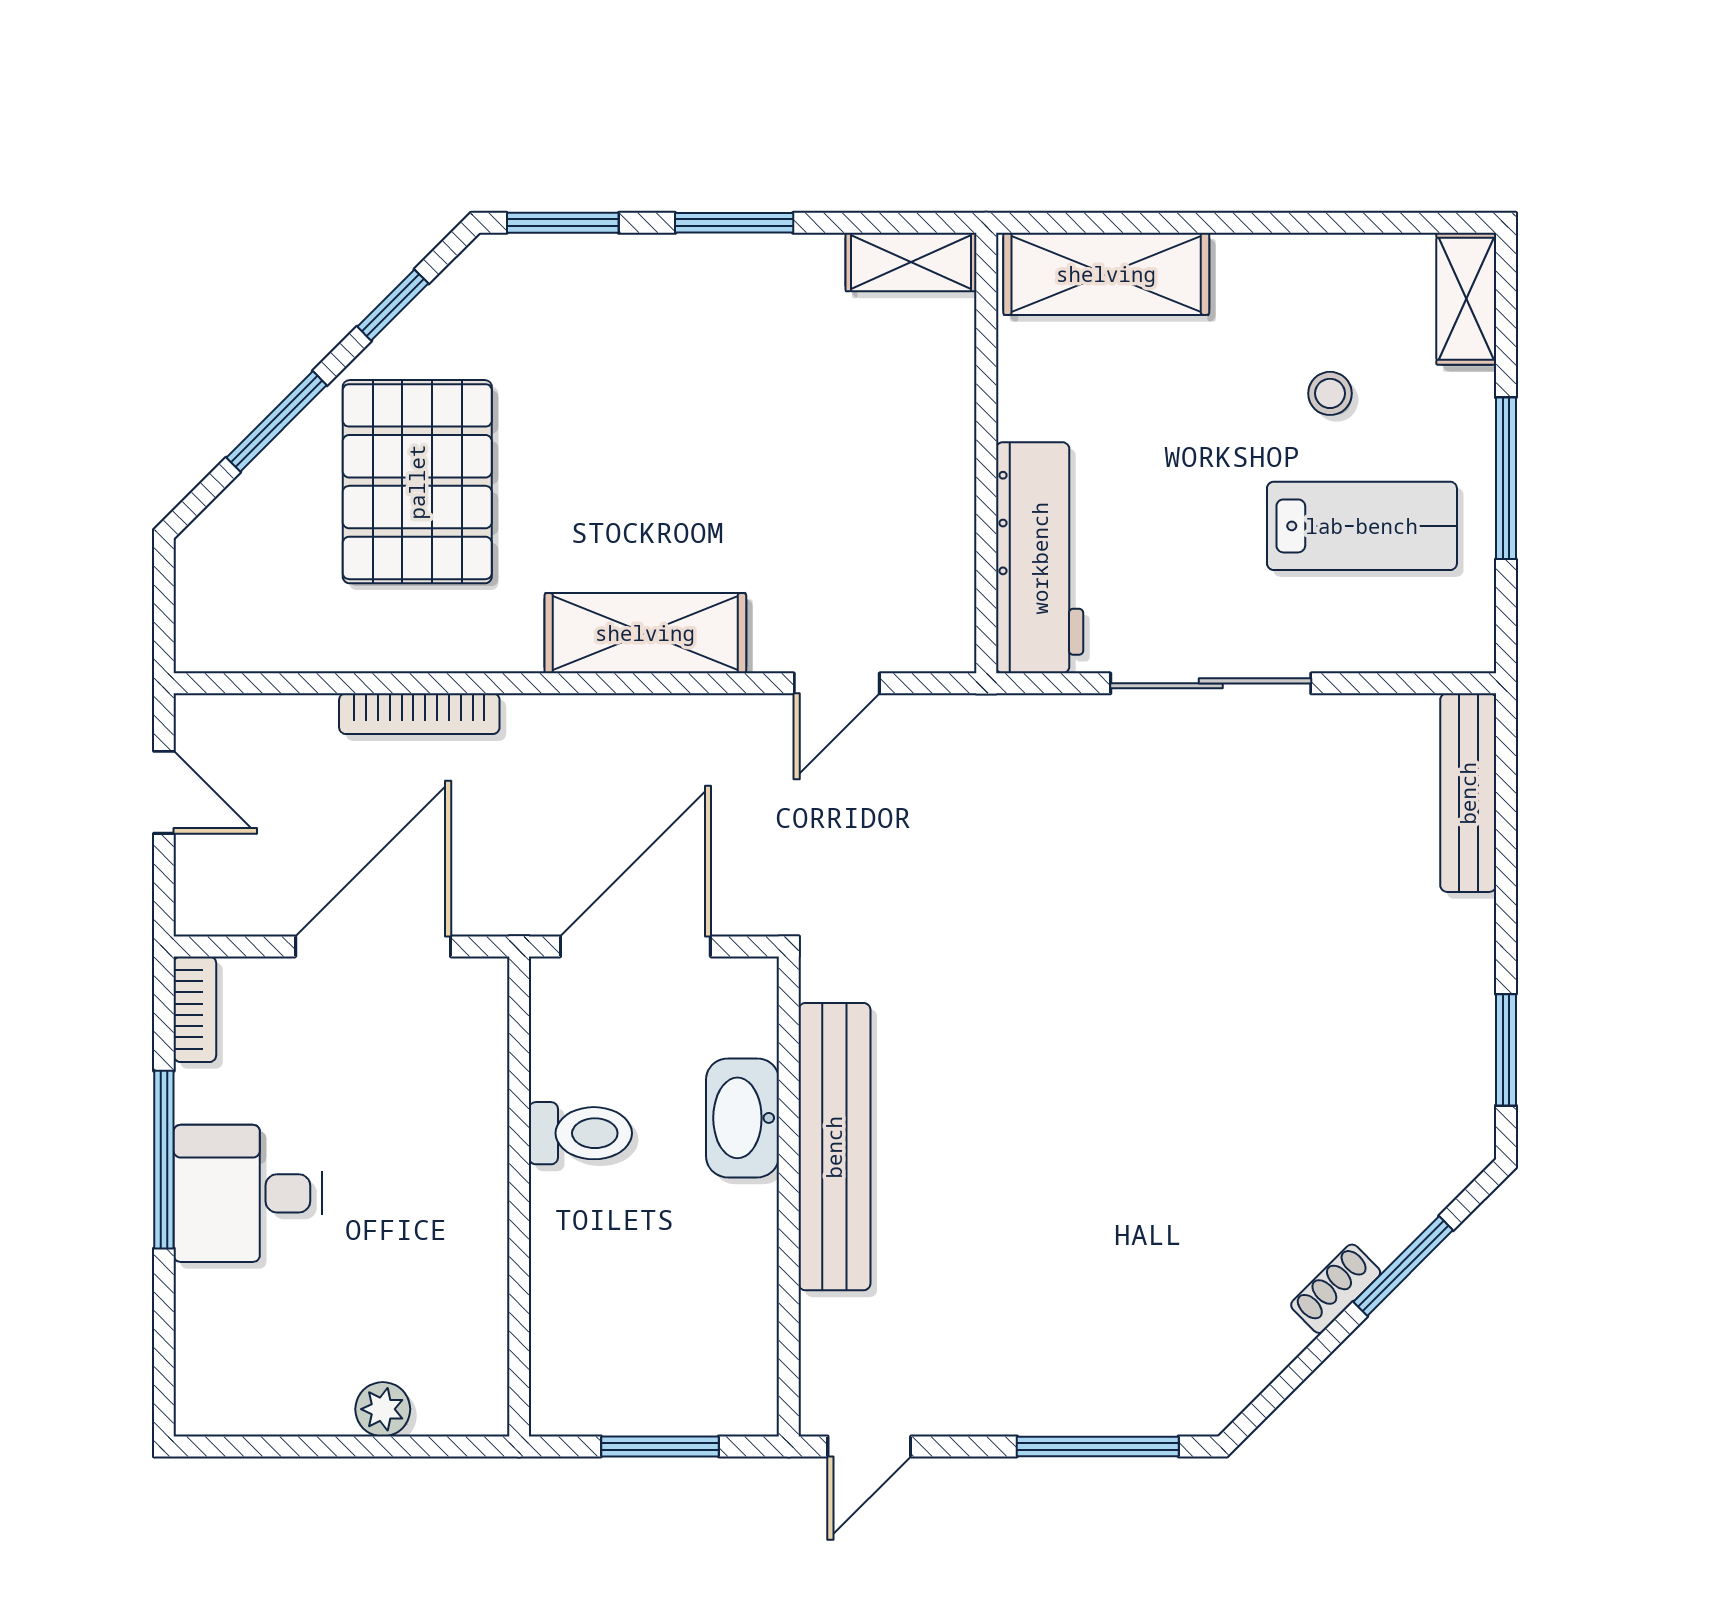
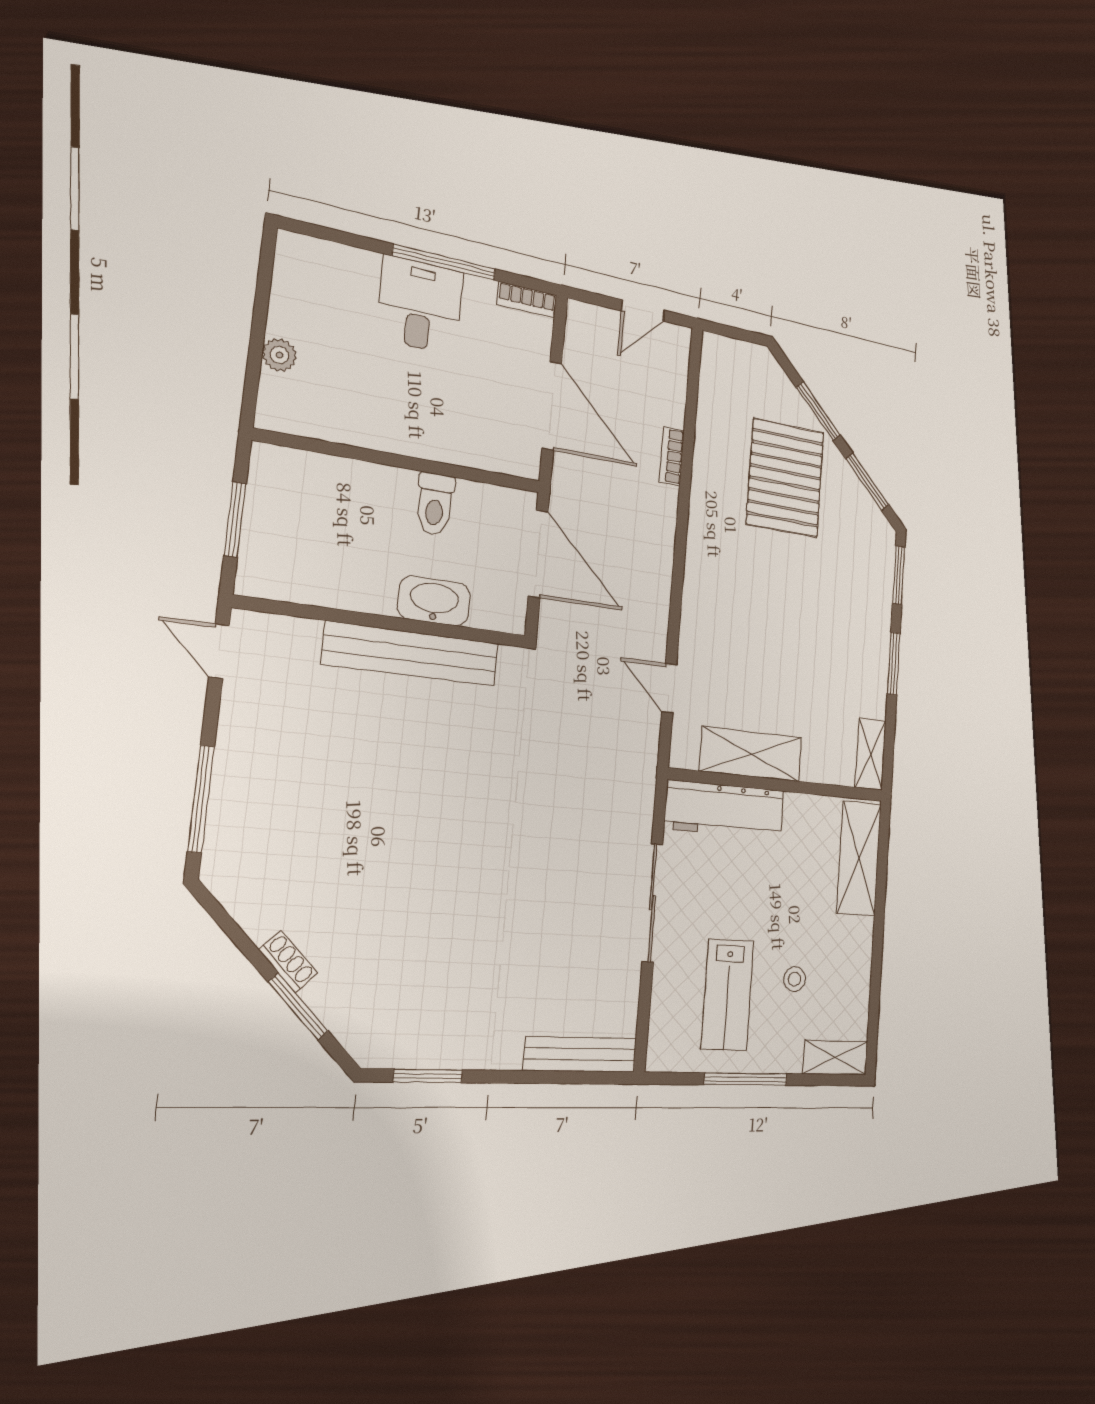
window: (393, 305) -> (867, 482), width x1.50
pallet: (417, 482) -> (785, 478), turned 90
shelving: (645, 633) -> (751, 754), moved, turned 90
bookcase: (419, 714) -> (672, 456), width x0.64

